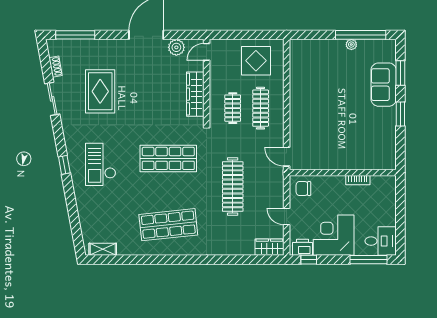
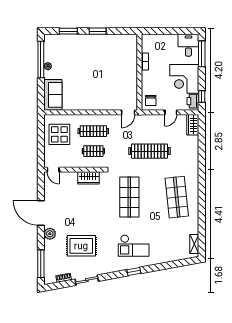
plant: (176, 47) -> (50, 234), moved
sofa: (384, 85) -> (53, 95), moved, turned -90
wardrobe: (195, 94) -> (89, 178), width x0.67

